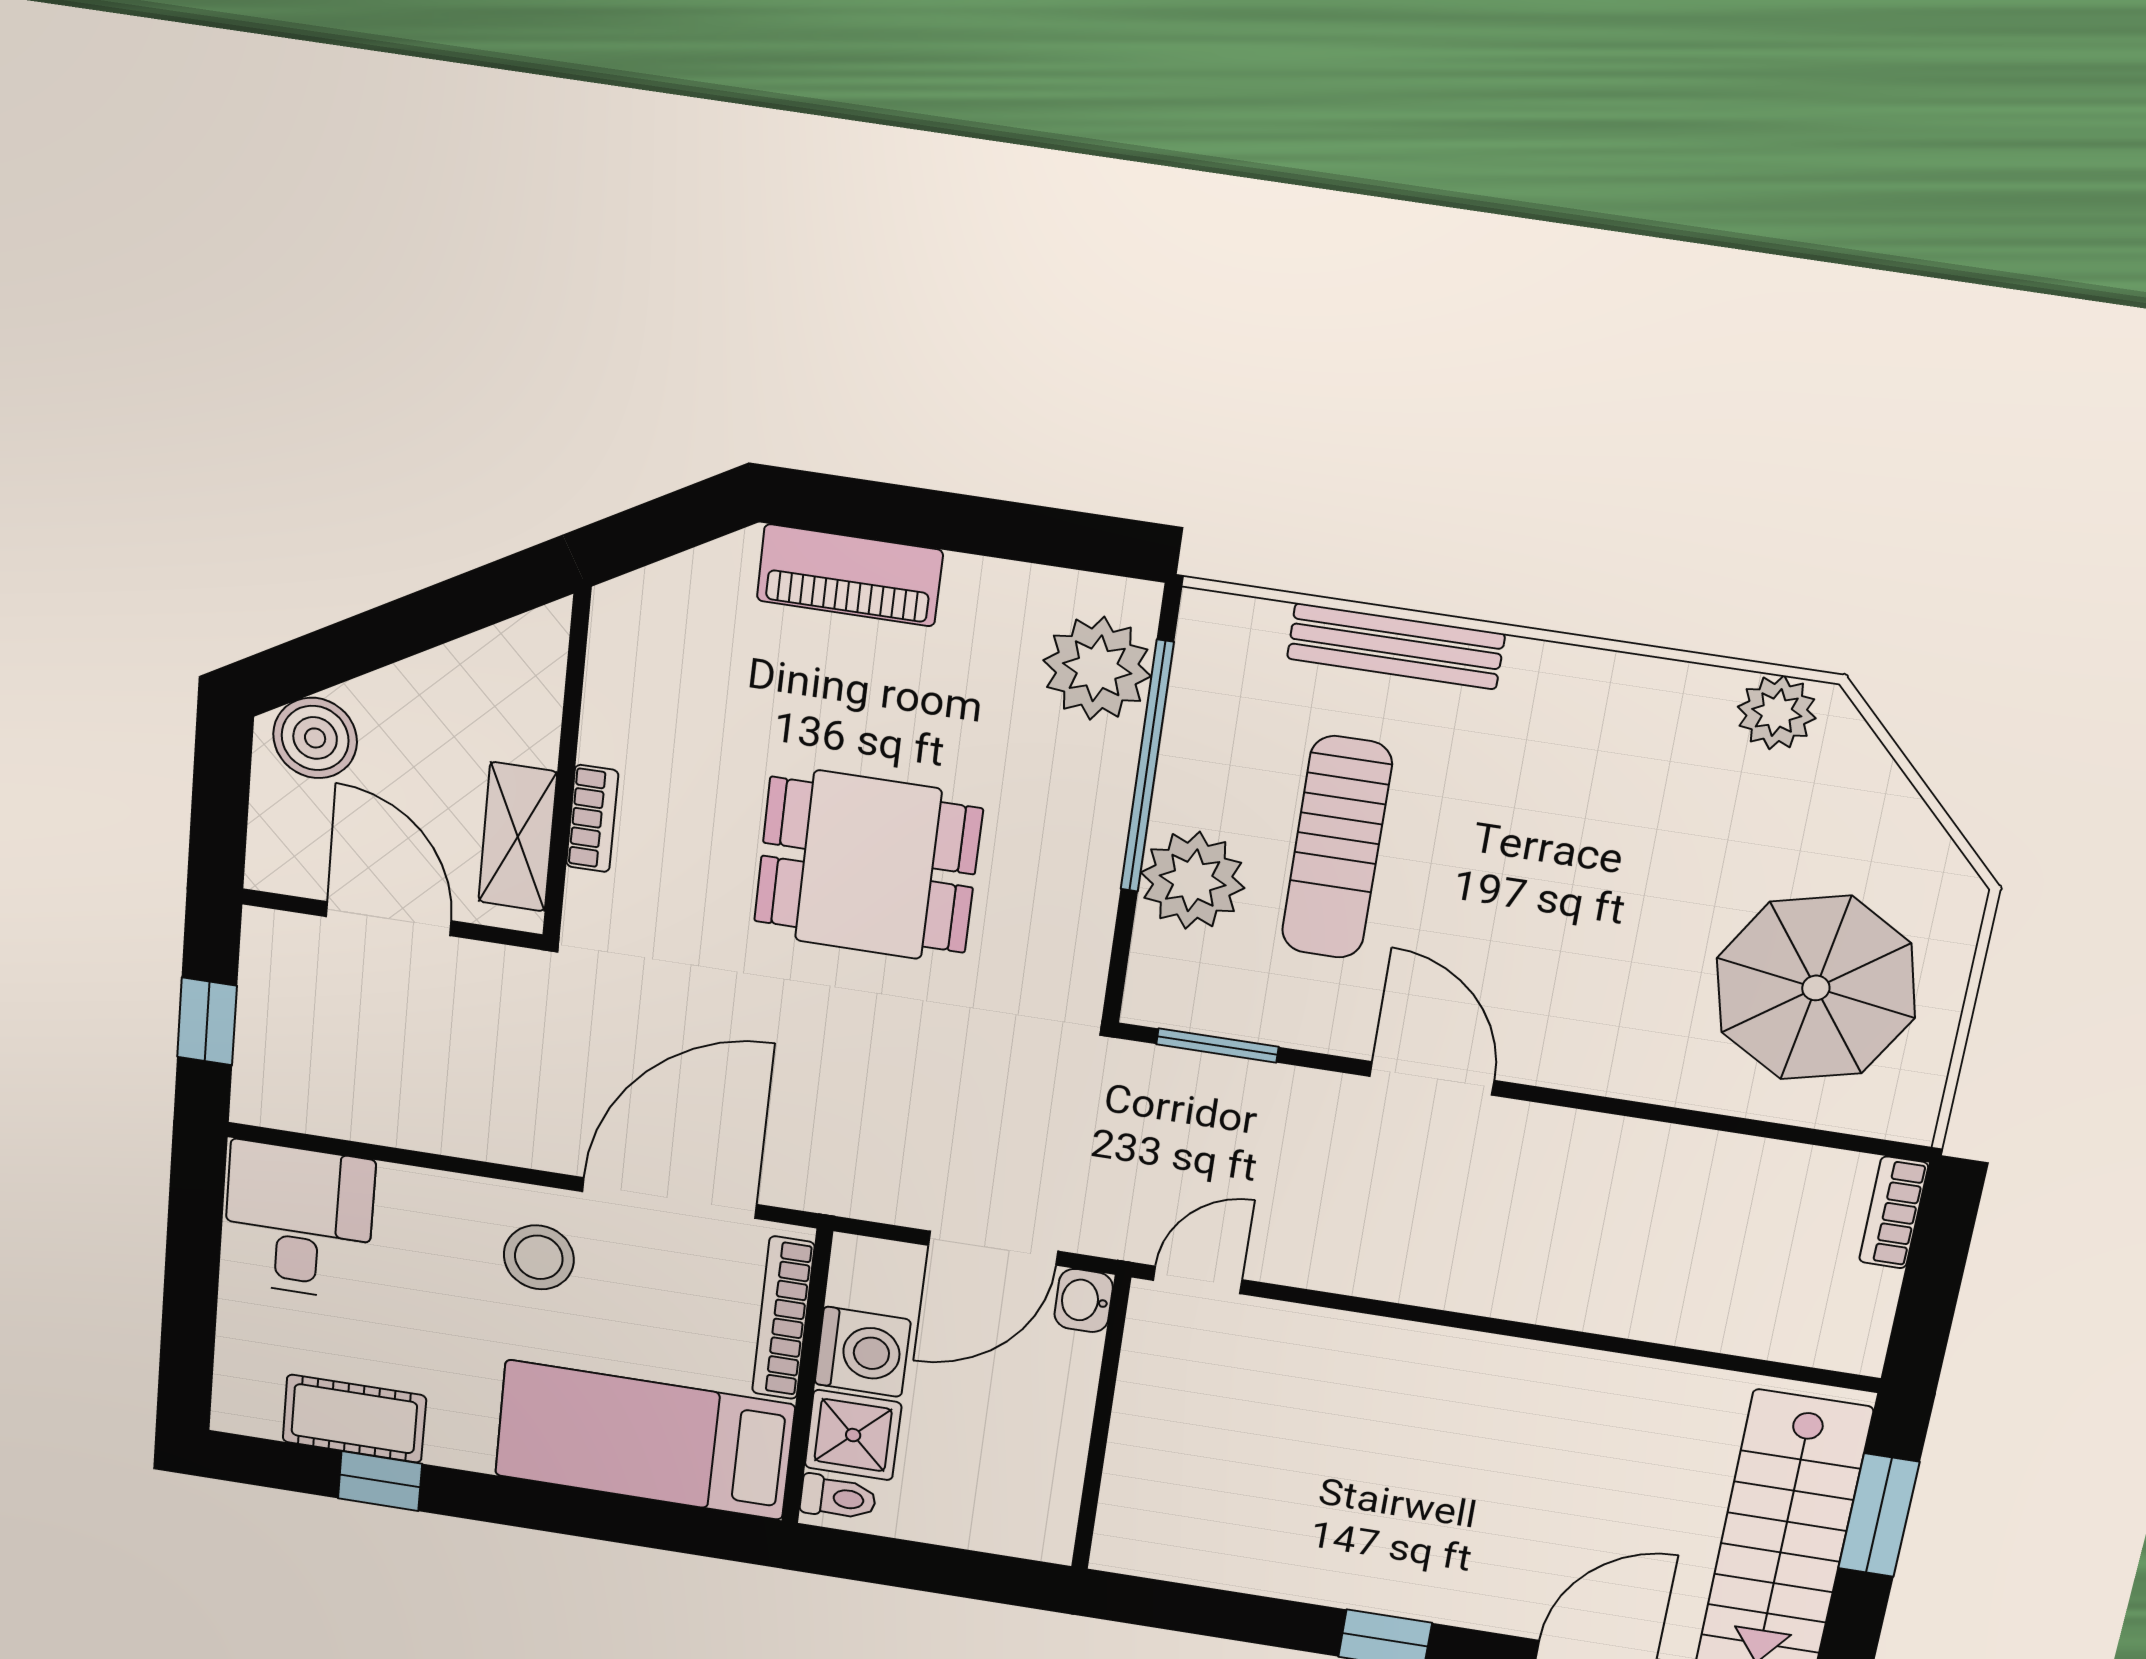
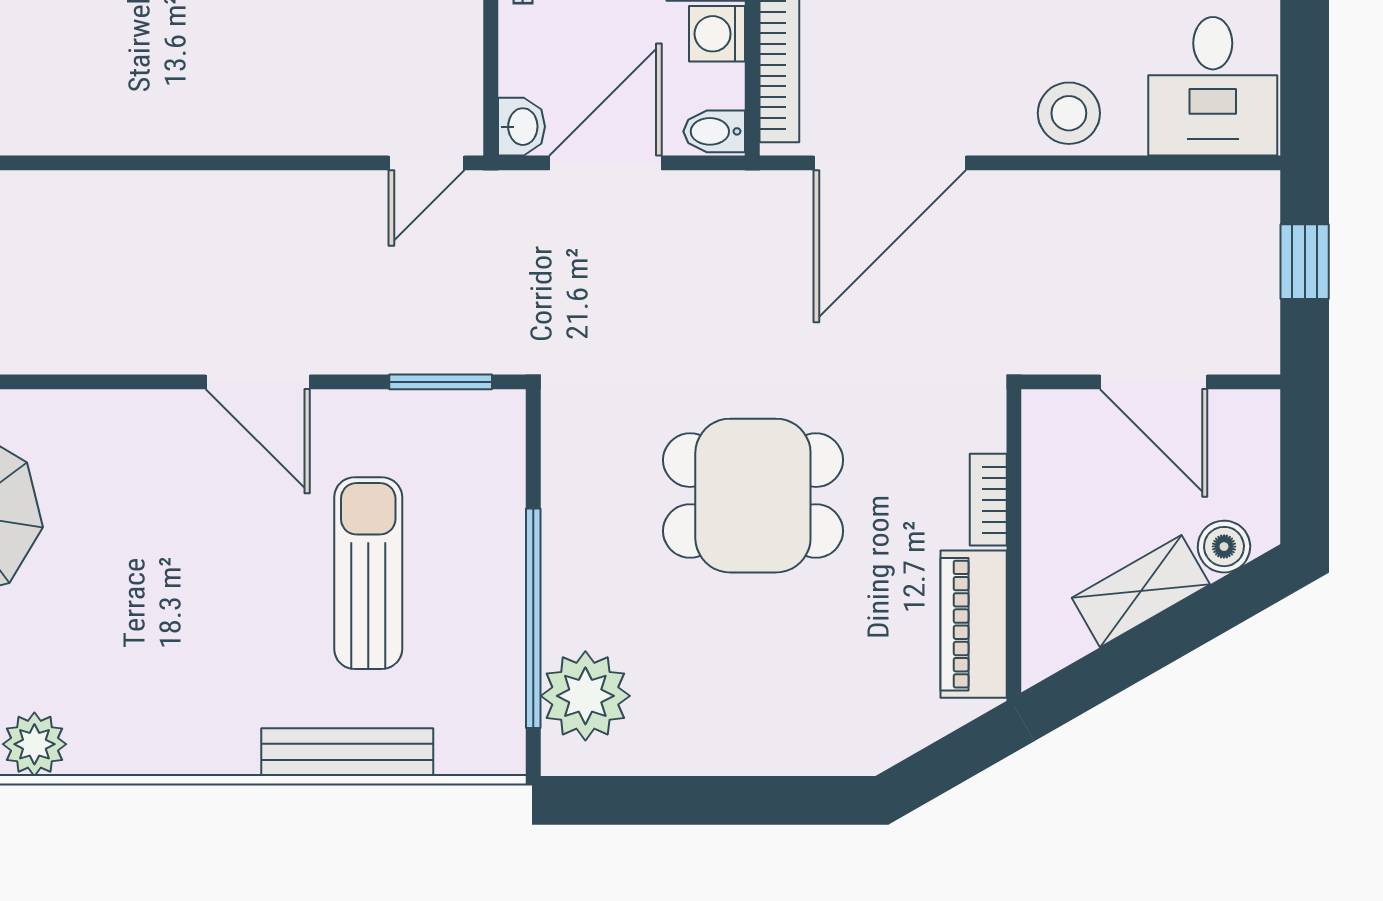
piano: (850, 575) -> (974, 624), moved, turned -90
boiler: (315, 738) -> (1224, 547), width x0.73, depth x0.73
shelving: (518, 837) -> (1141, 591), moved, turned 60
plant: (1193, 880) -> (482, 525), removed
stool: (539, 1257) -> (1069, 113), moved
bidet: (865, 1262) -> (714, 131), added
washing machine: (863, 1352) -> (717, 34), width x0.73, depth x0.73

